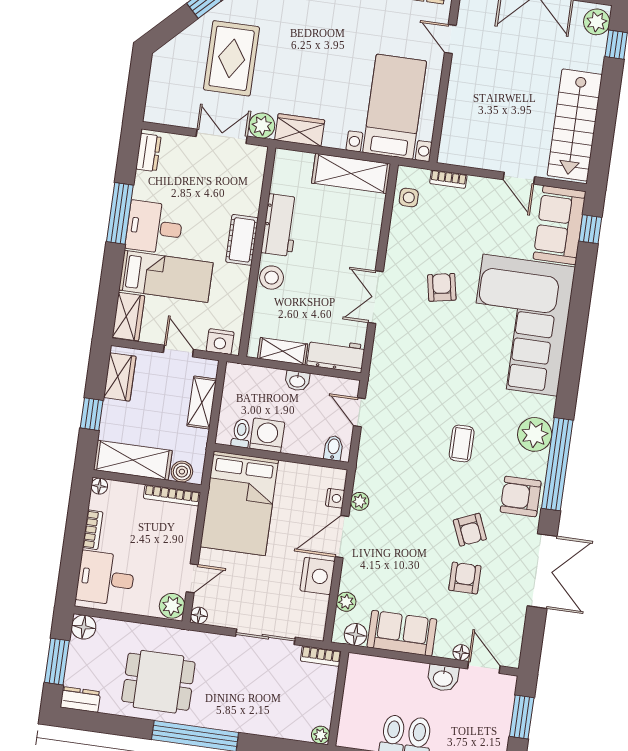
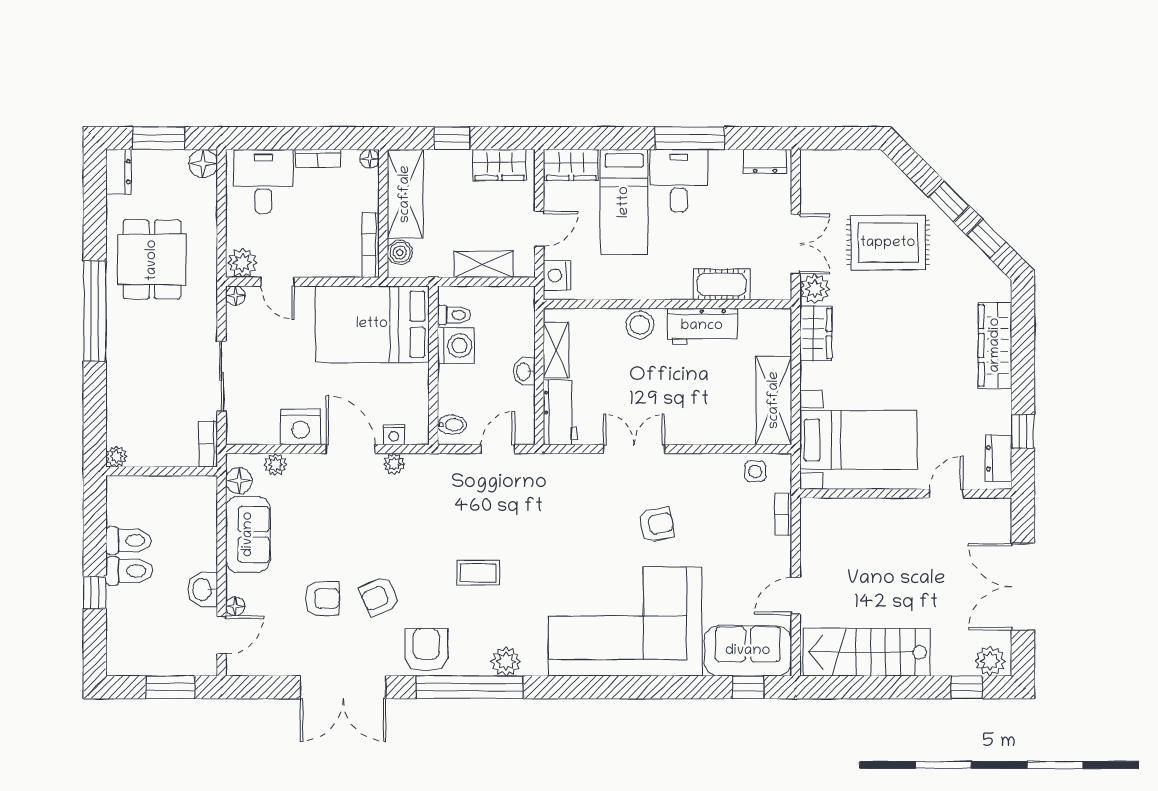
cot: (242, 240) -> (722, 284), moved
plant: (535, 434) -> (506, 661), width x0.73, depth x0.73

